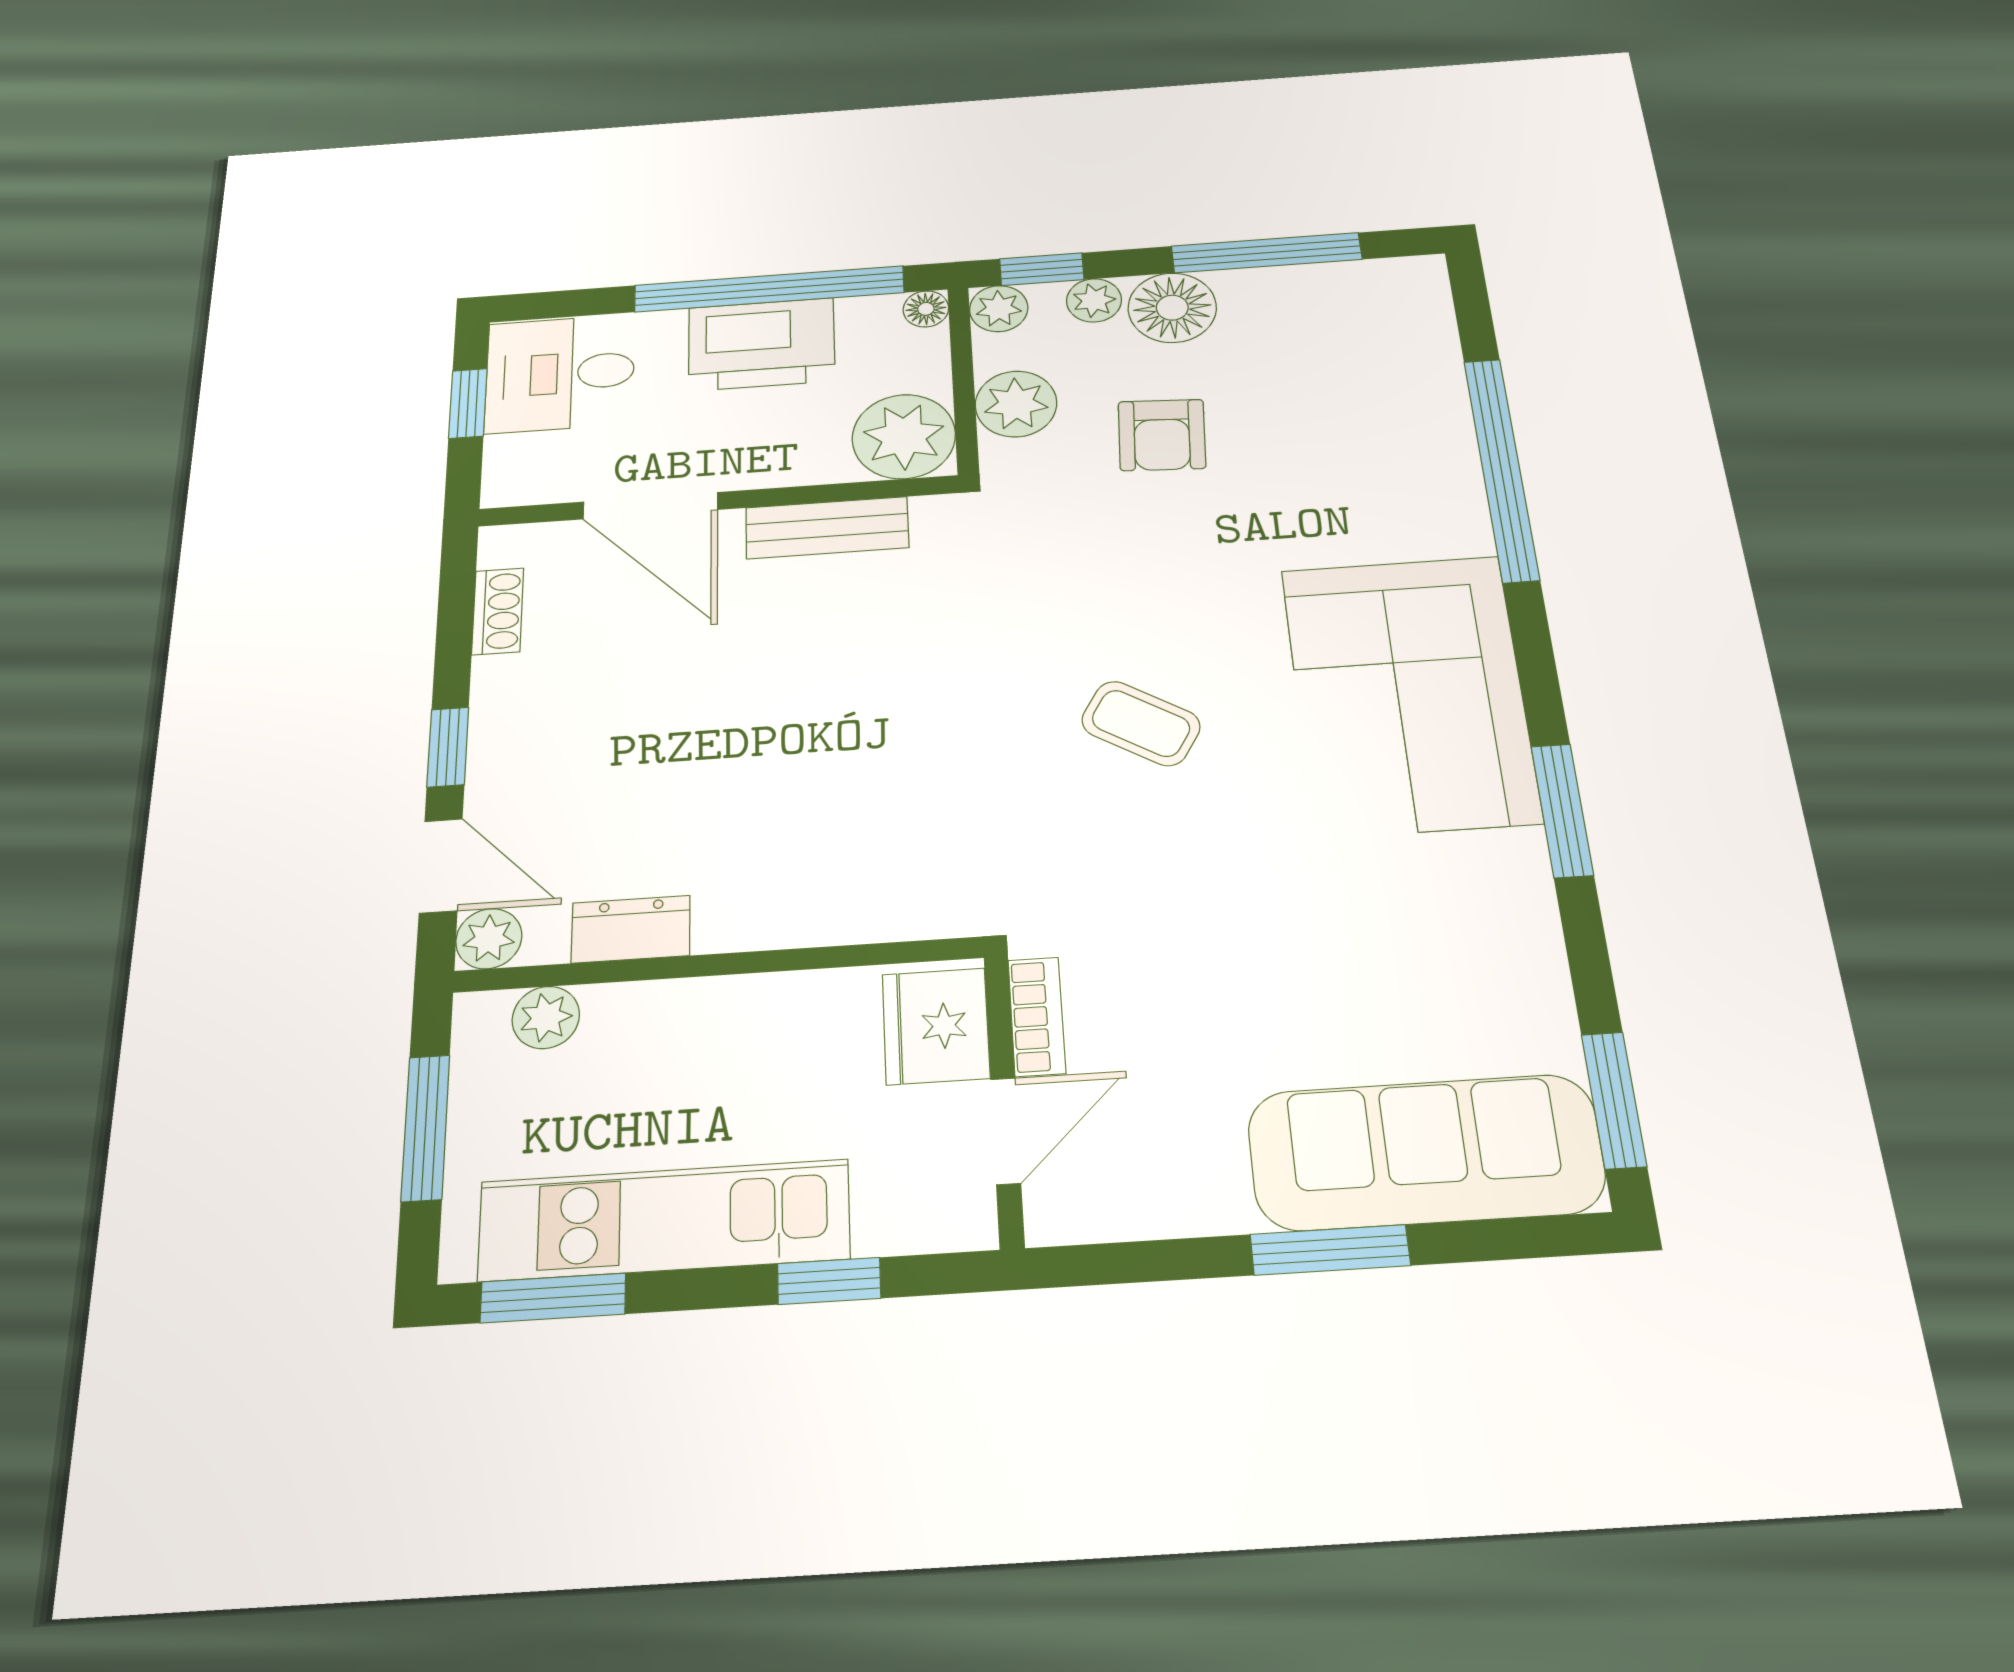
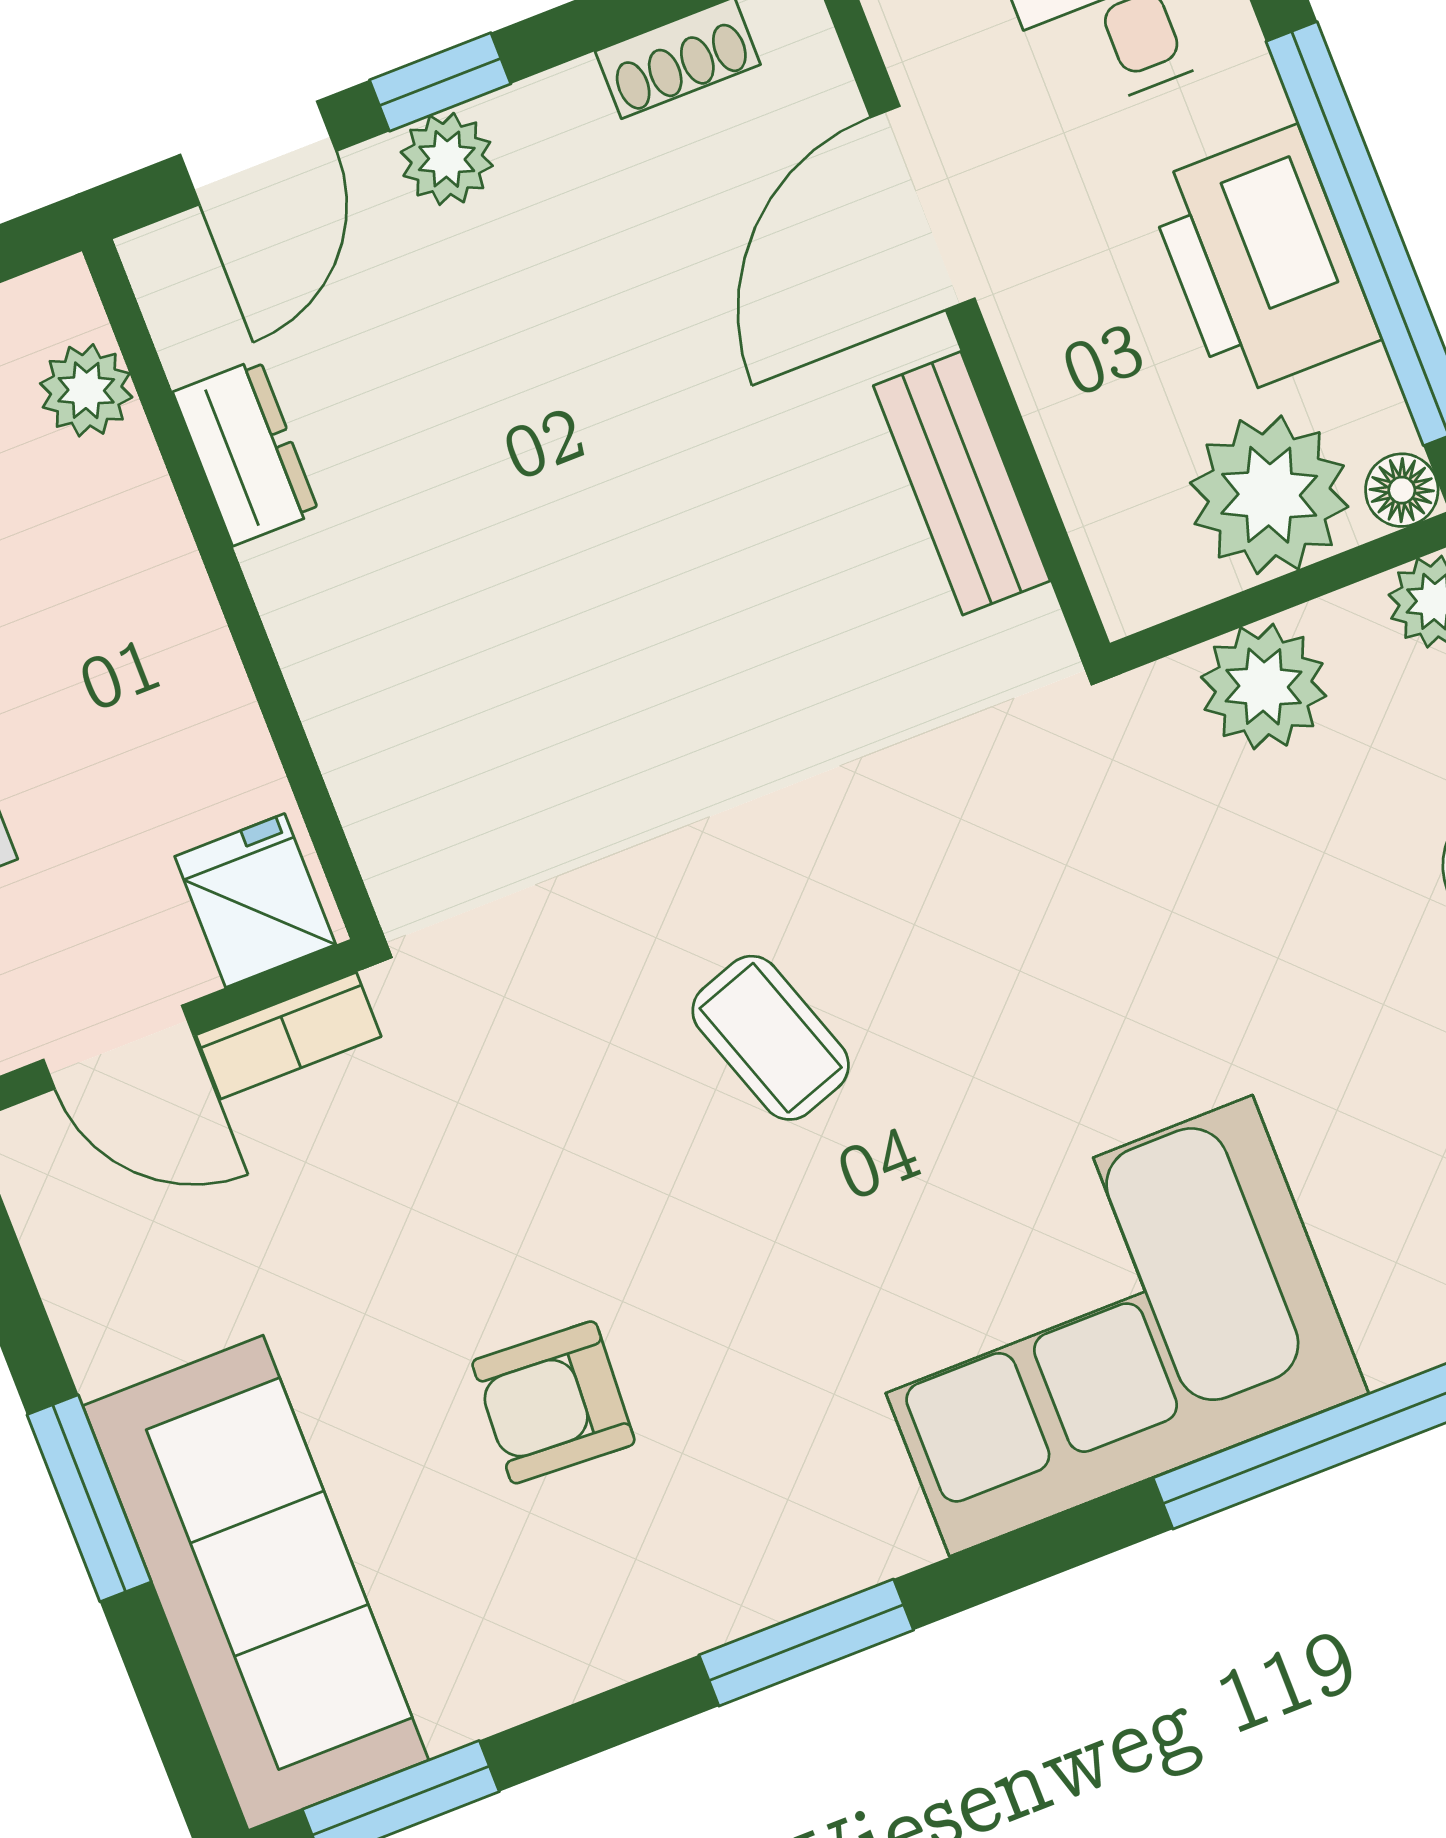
armchair: (1162, 435) -> (553, 1402), moved
plant: (904, 437) -> (1269, 495), moved
corner sofa: (1409, 694) -> (1101, 1326), moved
coffee table: (1141, 723) -> (771, 1038), turned -50
plant: (489, 939) -> (447, 159), moved
fridge: (936, 1026) -> (255, 901), width x0.72

